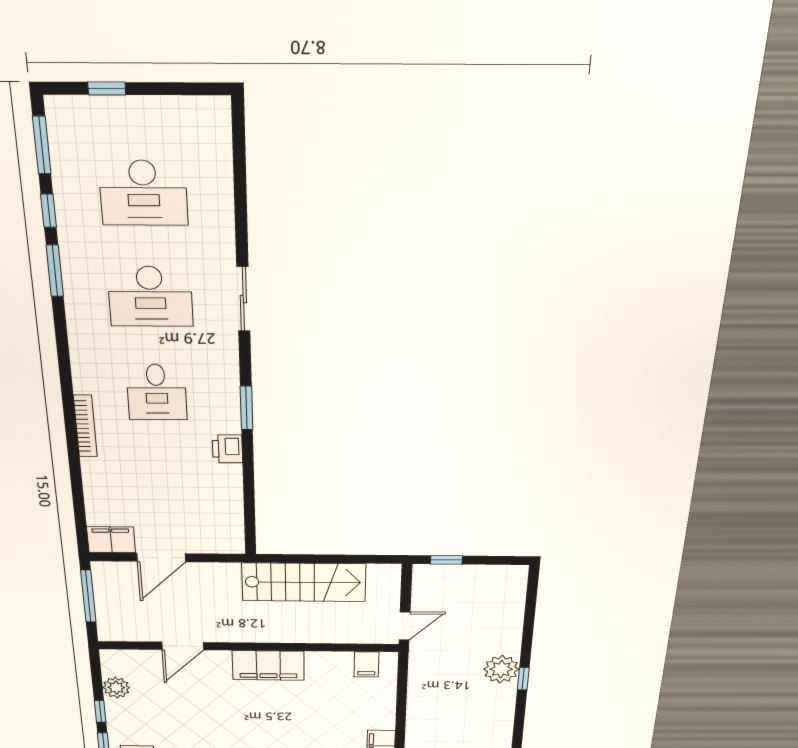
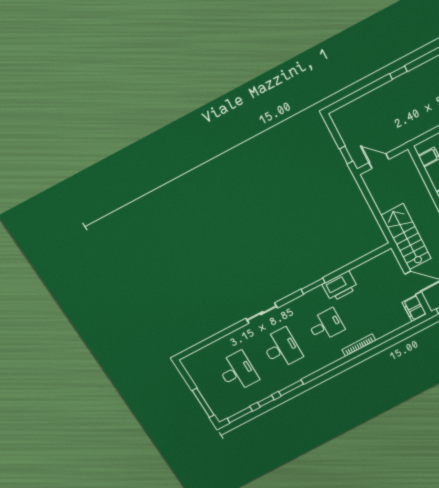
window: (107, 88) -> (203, 403), width x2.17
printer: (227, 449) -> (340, 286), width x1.87, depth x1.48
stairs: (304, 582) -> (406, 237), moved
door: (405, 626) -> (379, 161), moved
plant: (501, 669) -> (398, 88), removed

